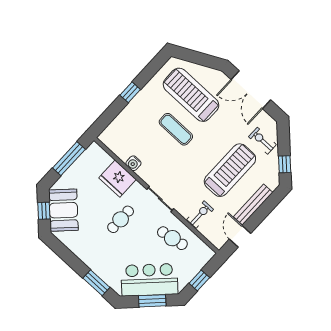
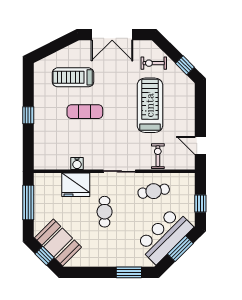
treadmill: (191, 95) -> (73, 77), width x0.73, depth x0.73
bench: (253, 204) -> (189, 114), removed

